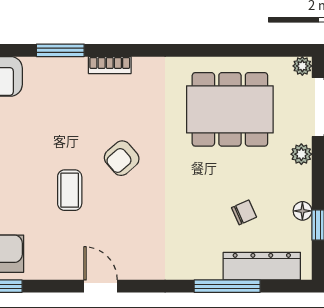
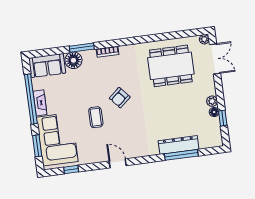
floor lamp: (41, 73) -> (73, 60), added
plant: (301, 154) -> (212, 101), moved
chair: (244, 212) -> (185, 117), removed
dresser: (262, 266) -> (179, 145), moved

